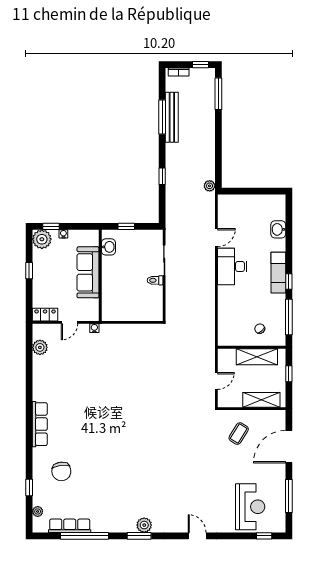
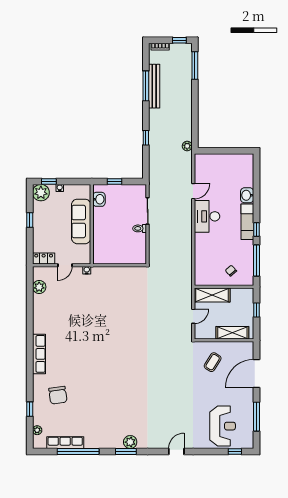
washbasin: (278, 229) -> (247, 195), moved
shelving: (257, 357) -> (212, 295), moved
door: (197, 536) -> (176, 451), hinge flipped

